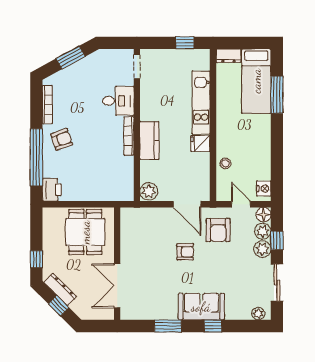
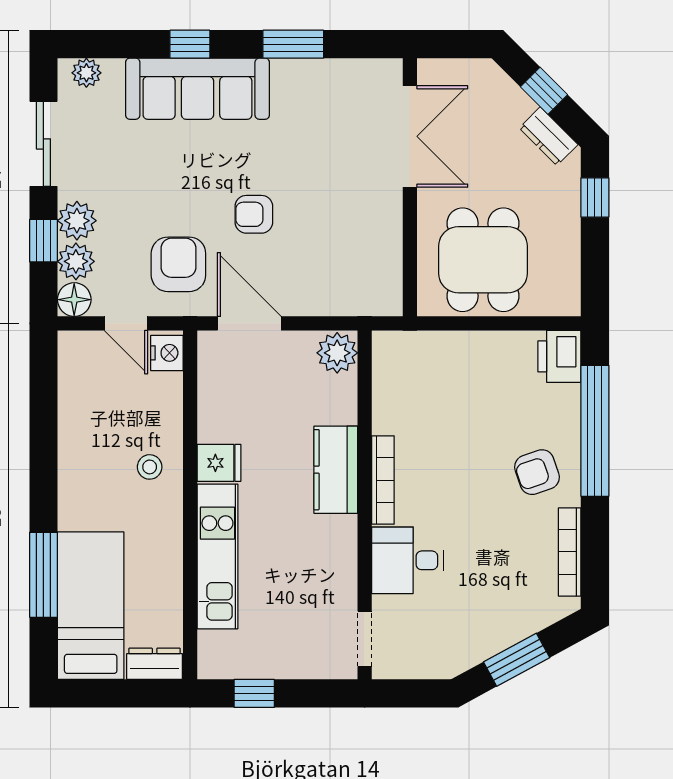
stool: (226, 163) -> (150, 467), moved
nightstand: (264, 189) -> (167, 353), moved, turned 180
dresser: (60, 289) -> (548, 136), width x0.70
sofa: (201, 307) -> (197, 89), width x1.36

